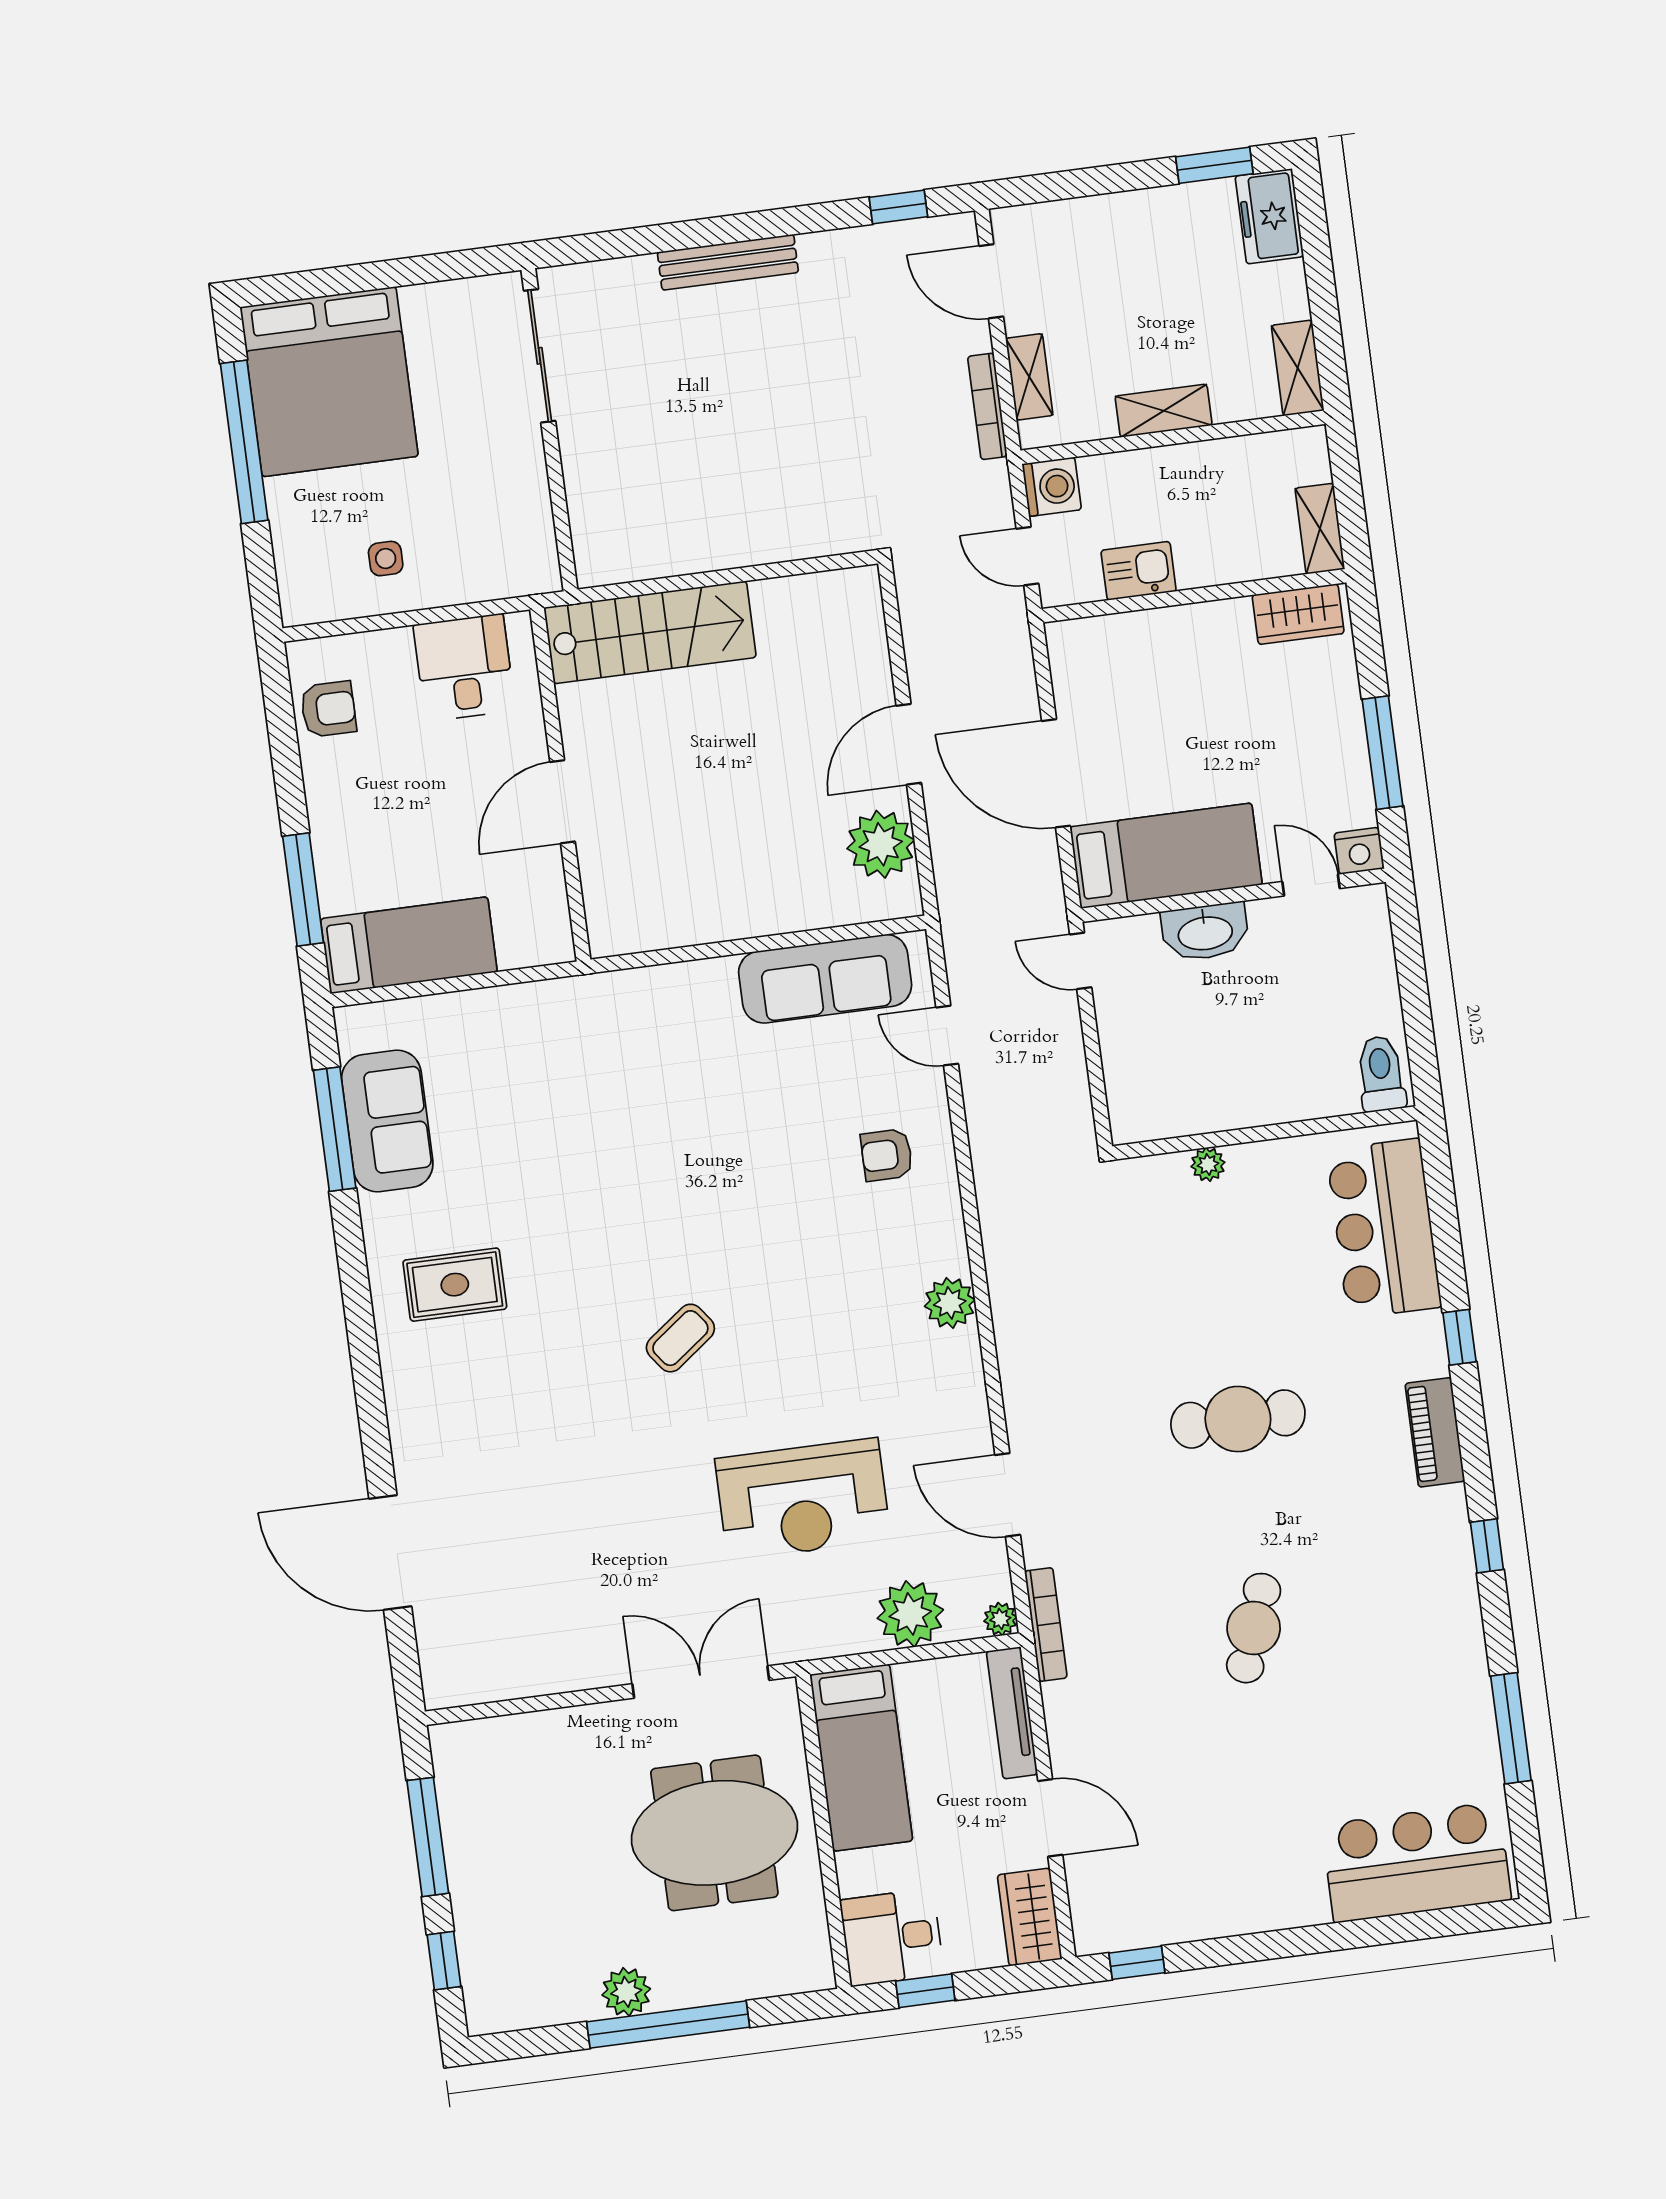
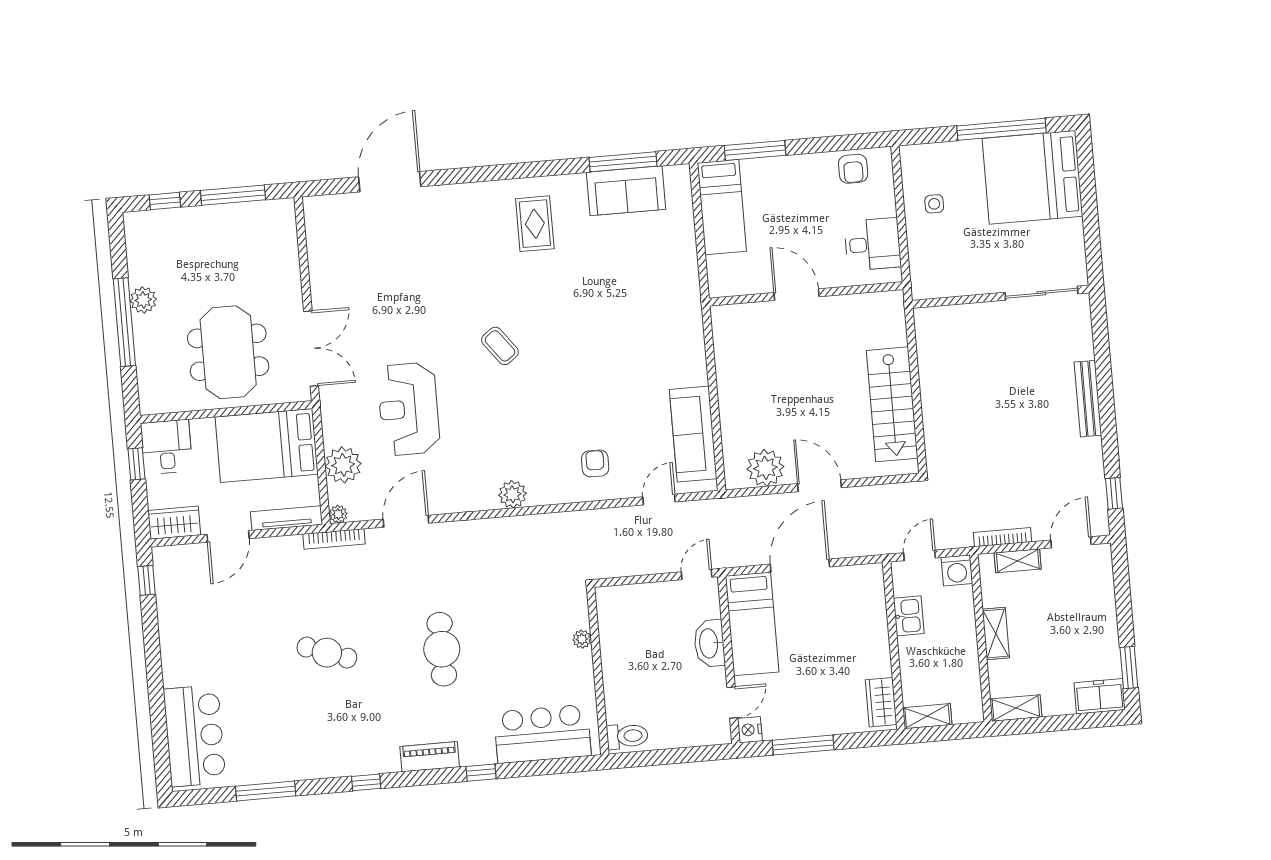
stairs: (650, 632) -> (892, 404), moved
bed: (861, 1758) -> (267, 446), width x1.50

